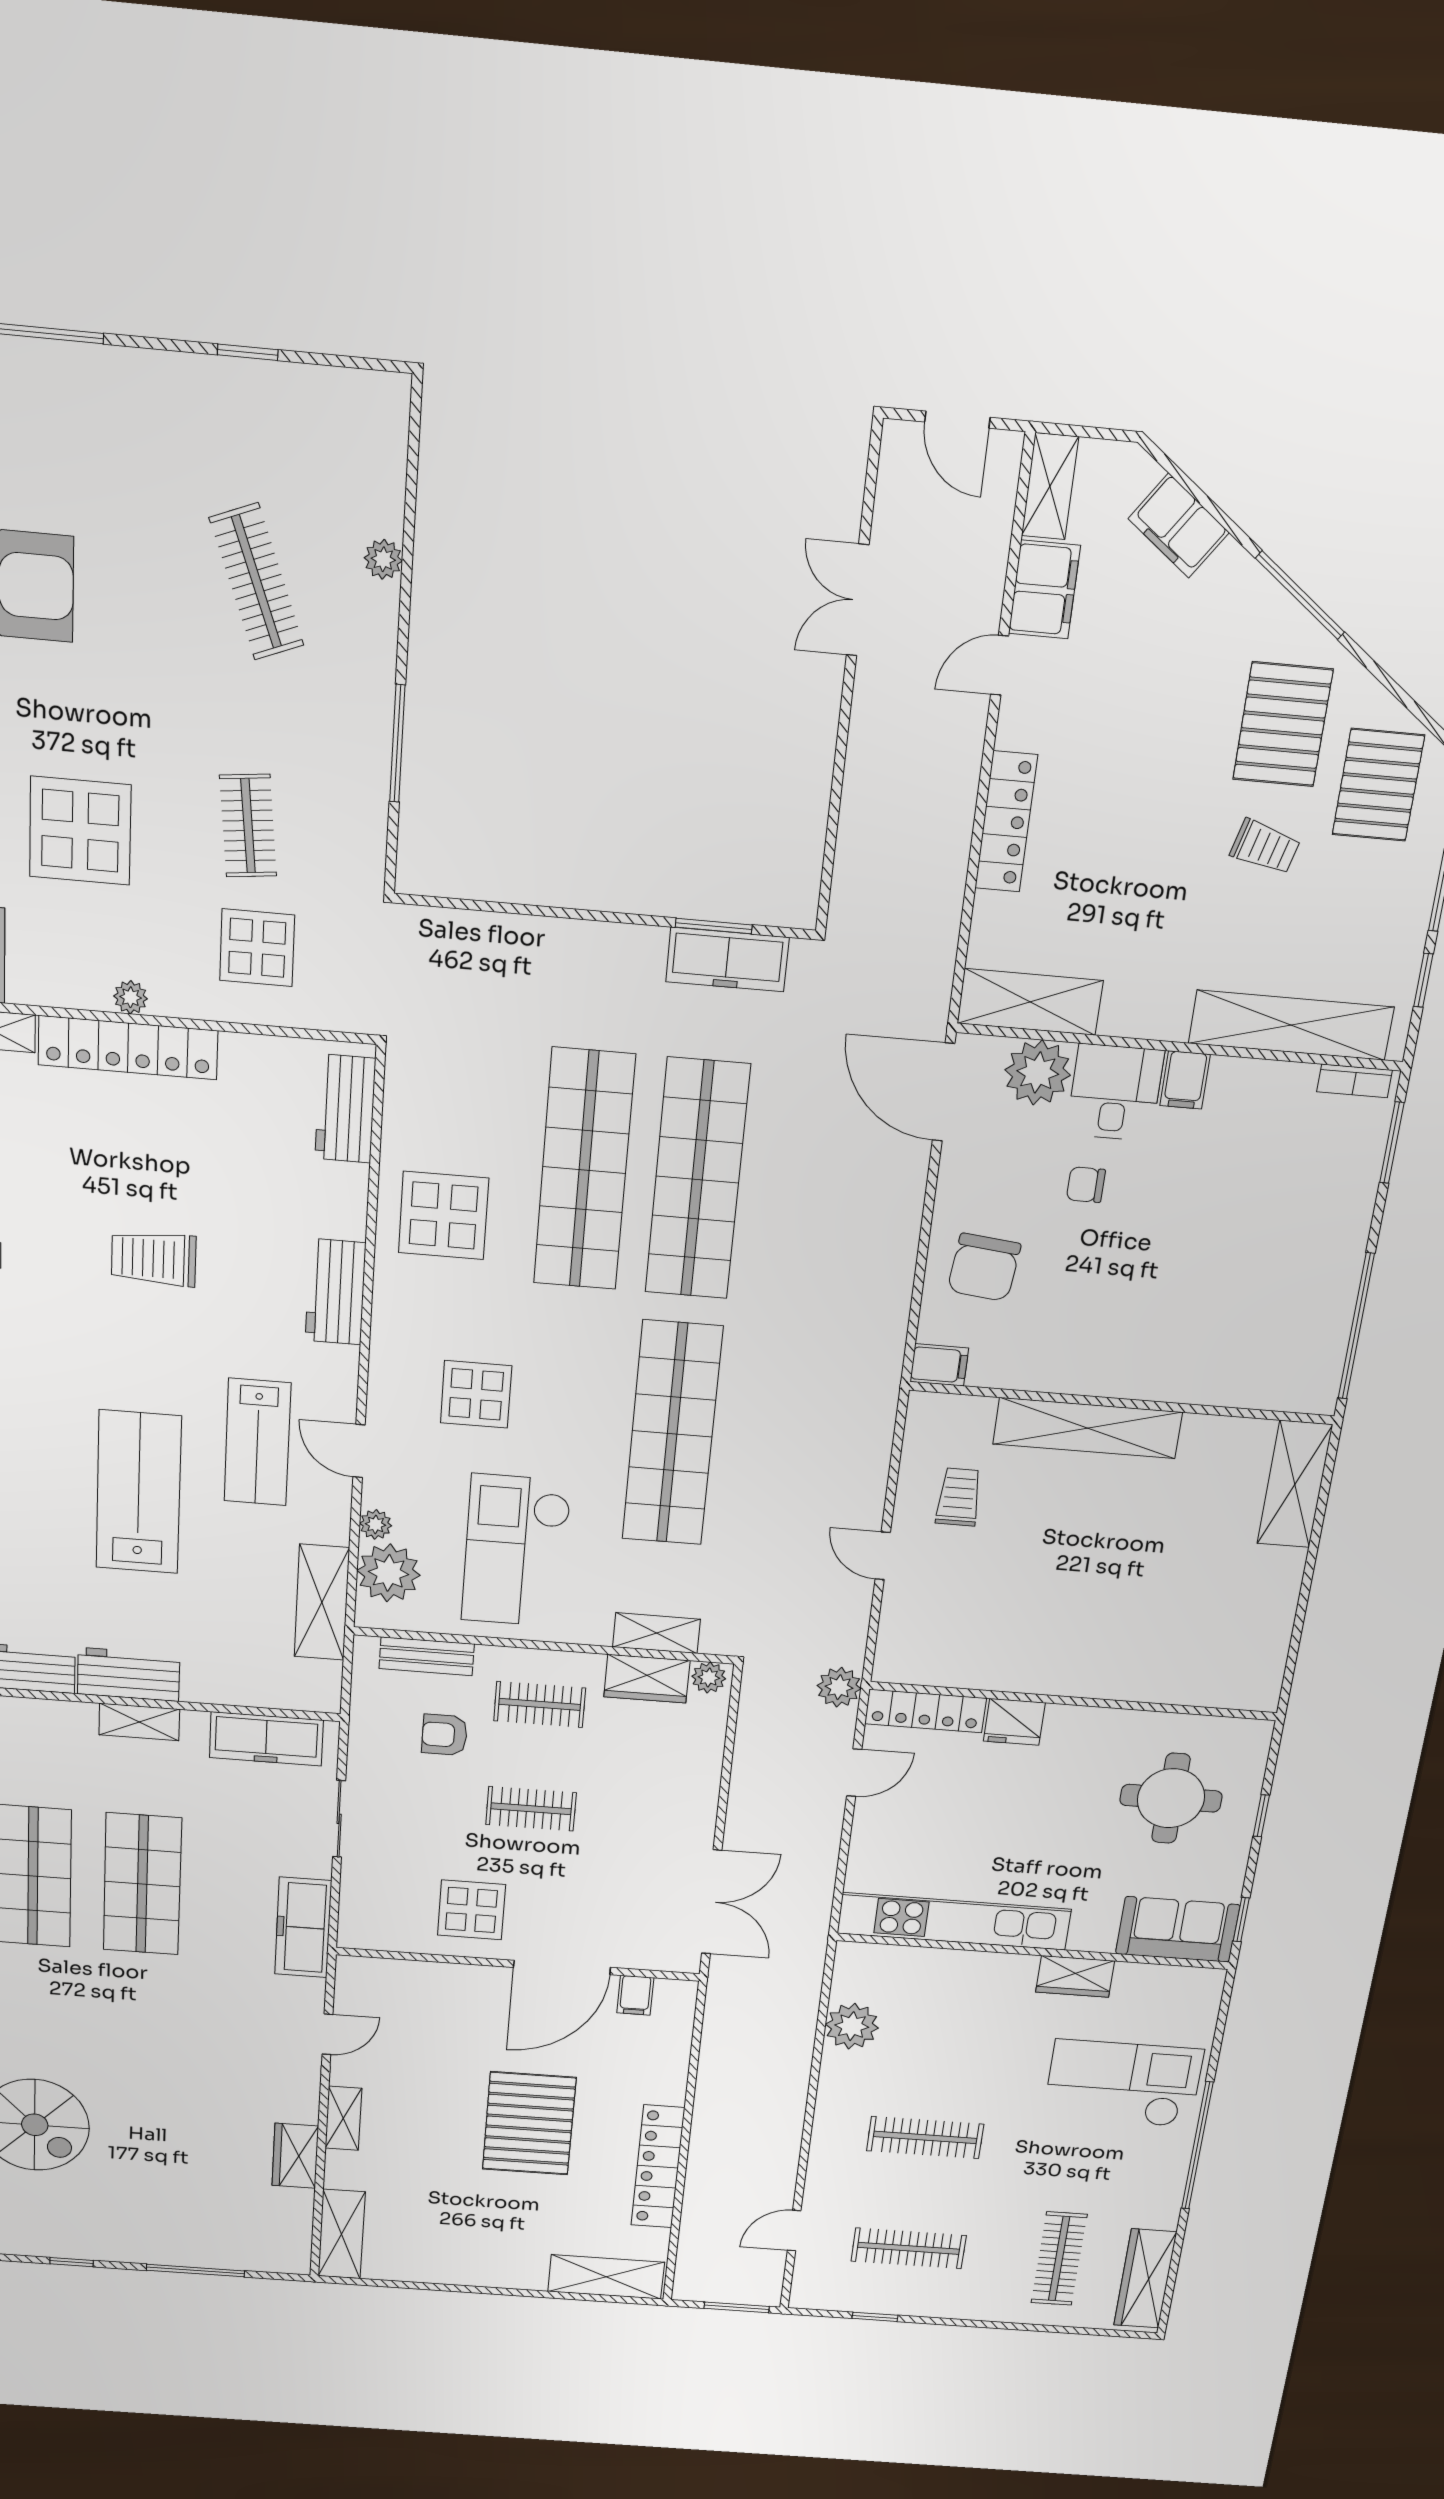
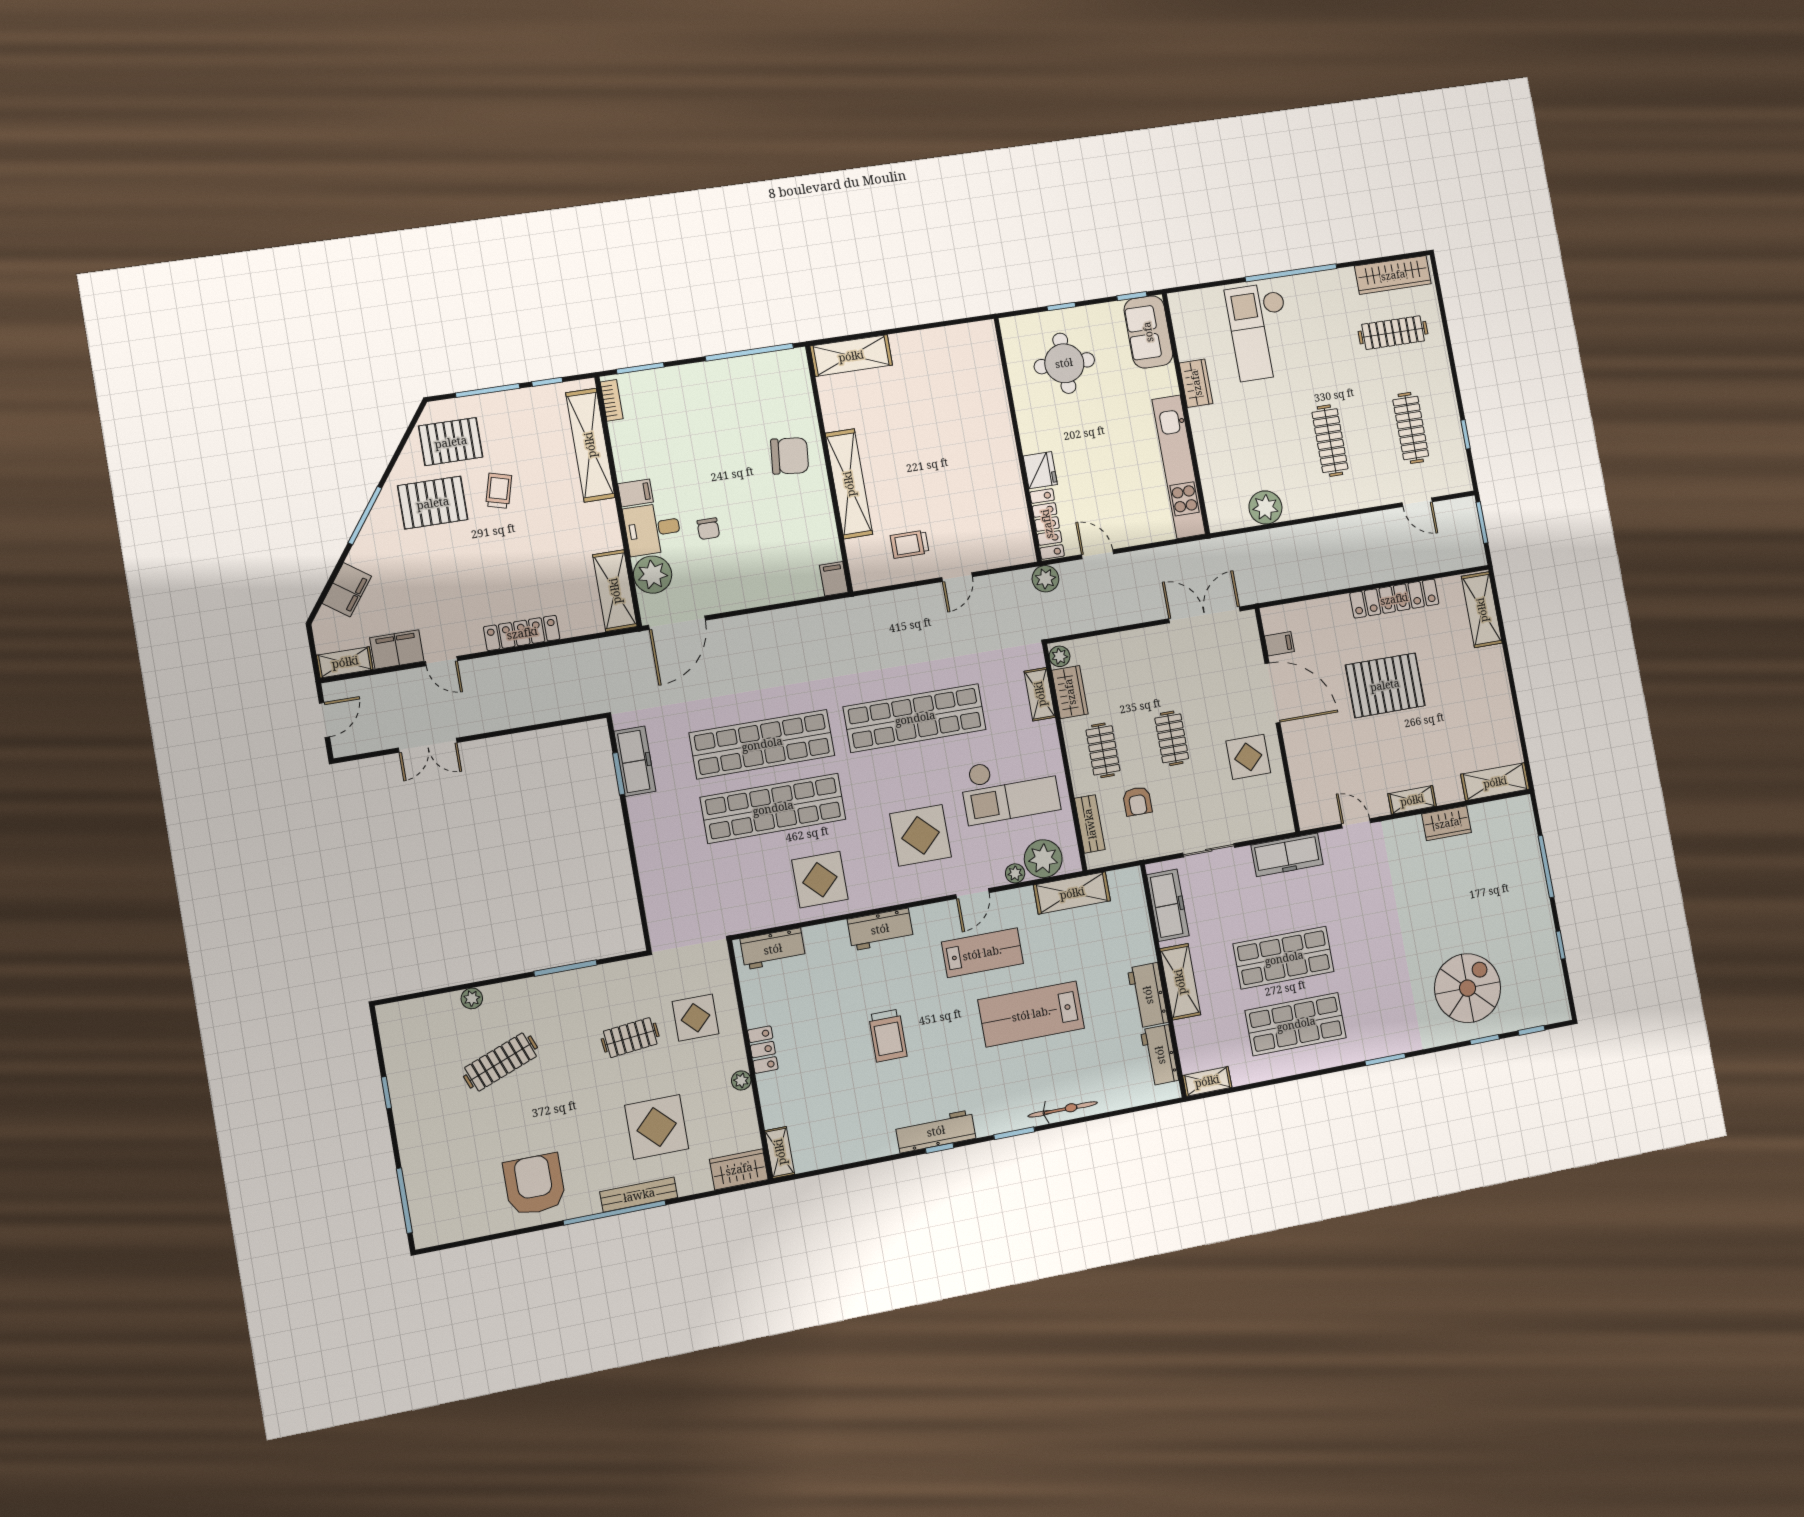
locker: (128, 1048) -> (763, 1050), width x0.46, depth x0.83
chair: (984, 1267) -> (790, 456), moved
display table: (476, 1394) -> (921, 835), width x1.36, depth x1.36
shelving: (139, 1722) -> (1180, 982), width x1.50, depth x1.33

